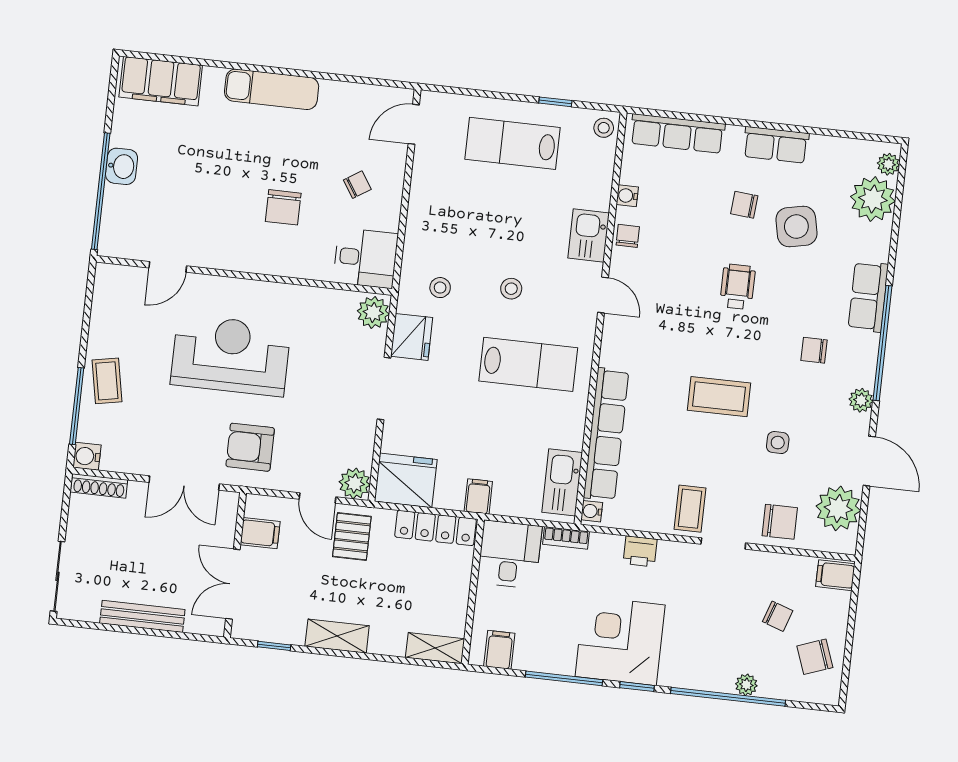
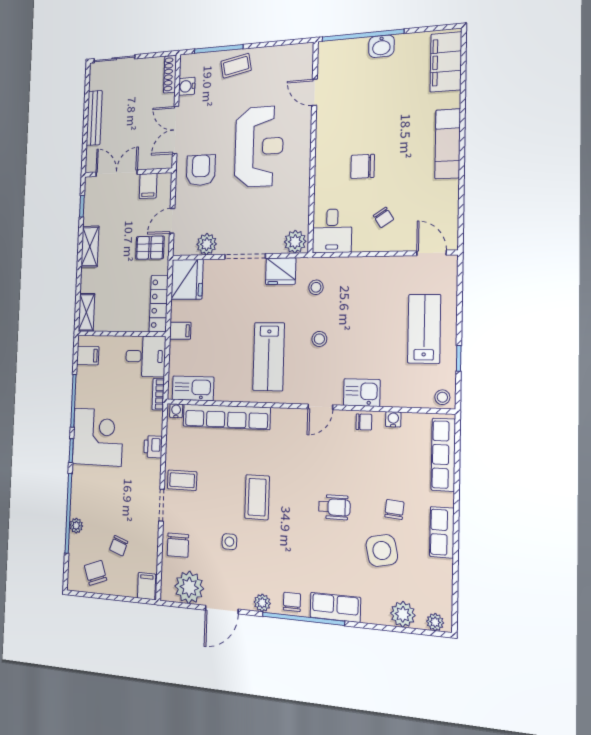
plant: (873, 199) -> (403, 614), width x0.73, depth x0.73
chair: (814, 350) -> (292, 602), moved
water cooler: (87, 456) -> (187, 86), moved, turned -90
plant: (355, 483) -> (207, 244), moved

